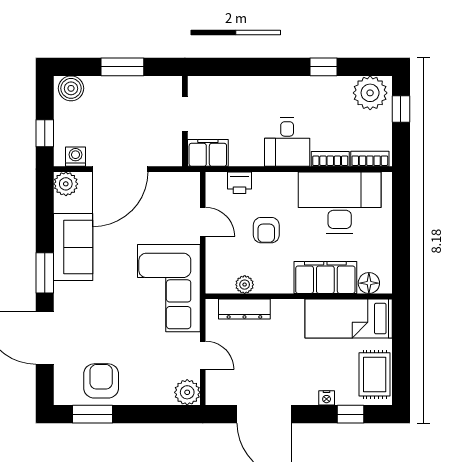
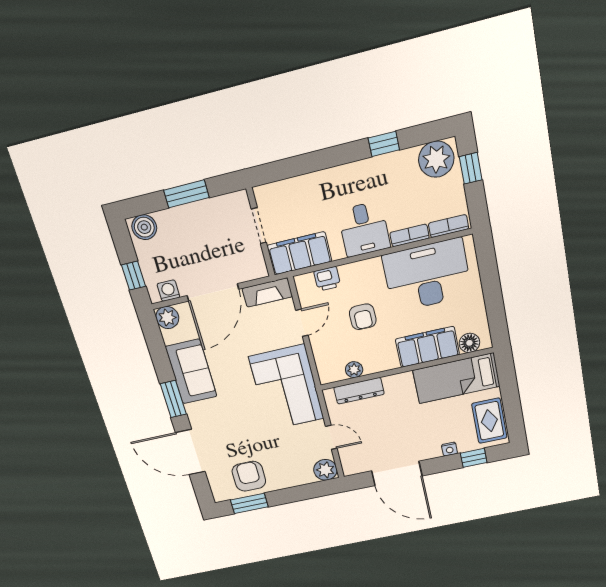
filing cabinet: (208, 153) -> (299, 253), width x1.50, depth x1.17
fireplace: (176, 182) -> (267, 293), added
door: (203, 222) -> (302, 323), hinge flipped

